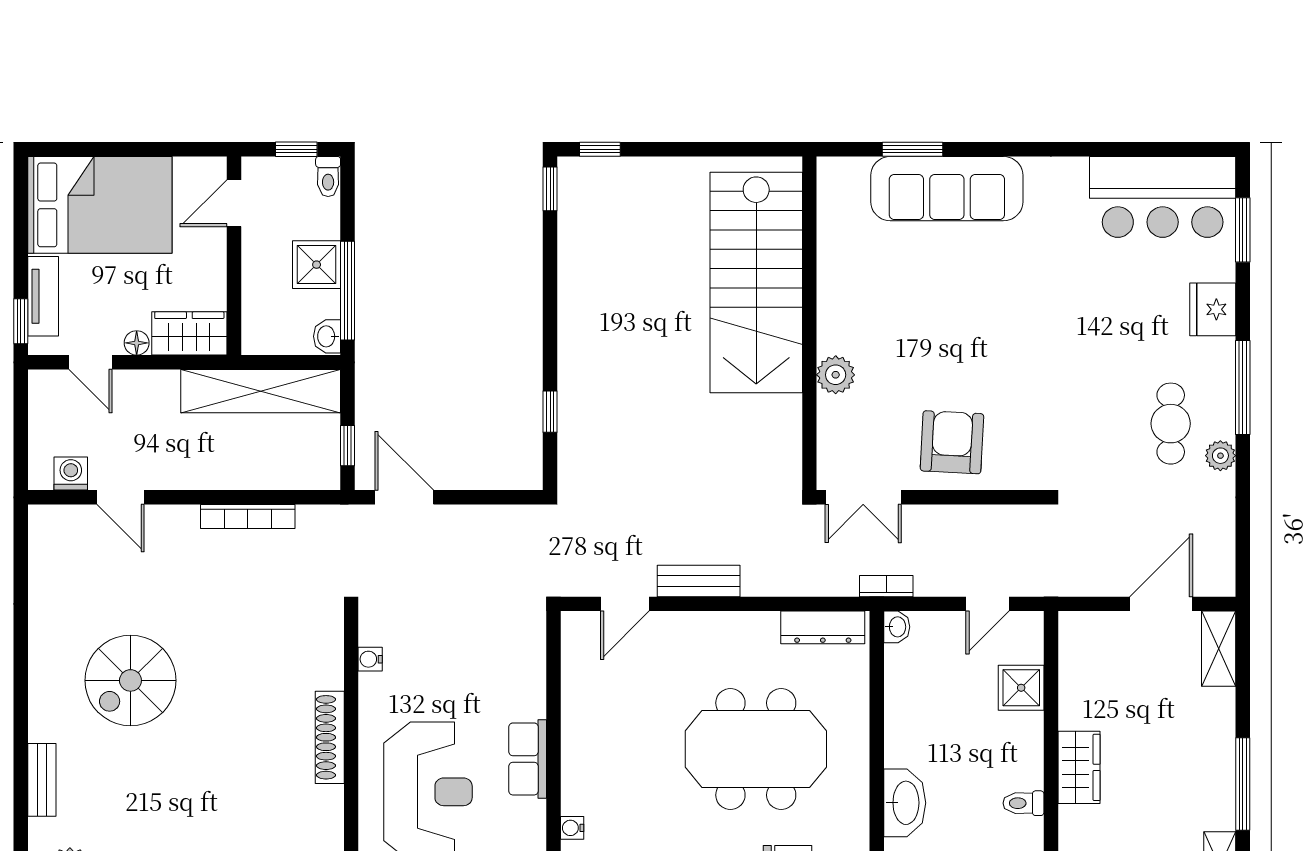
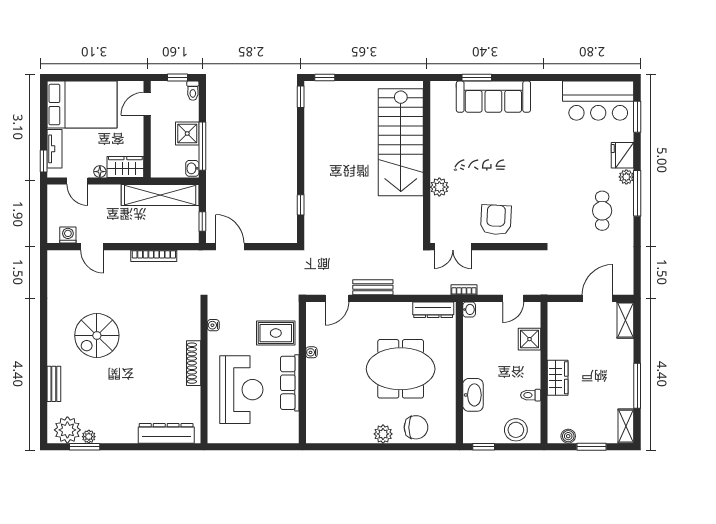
plant: (1220, 456) -> (626, 177), moved
rug: (499, 675) -> (276, 333), added
row of seats: (528, 759) -> (290, 383), width x1.48
water cooler: (572, 828) -> (311, 352), moved

